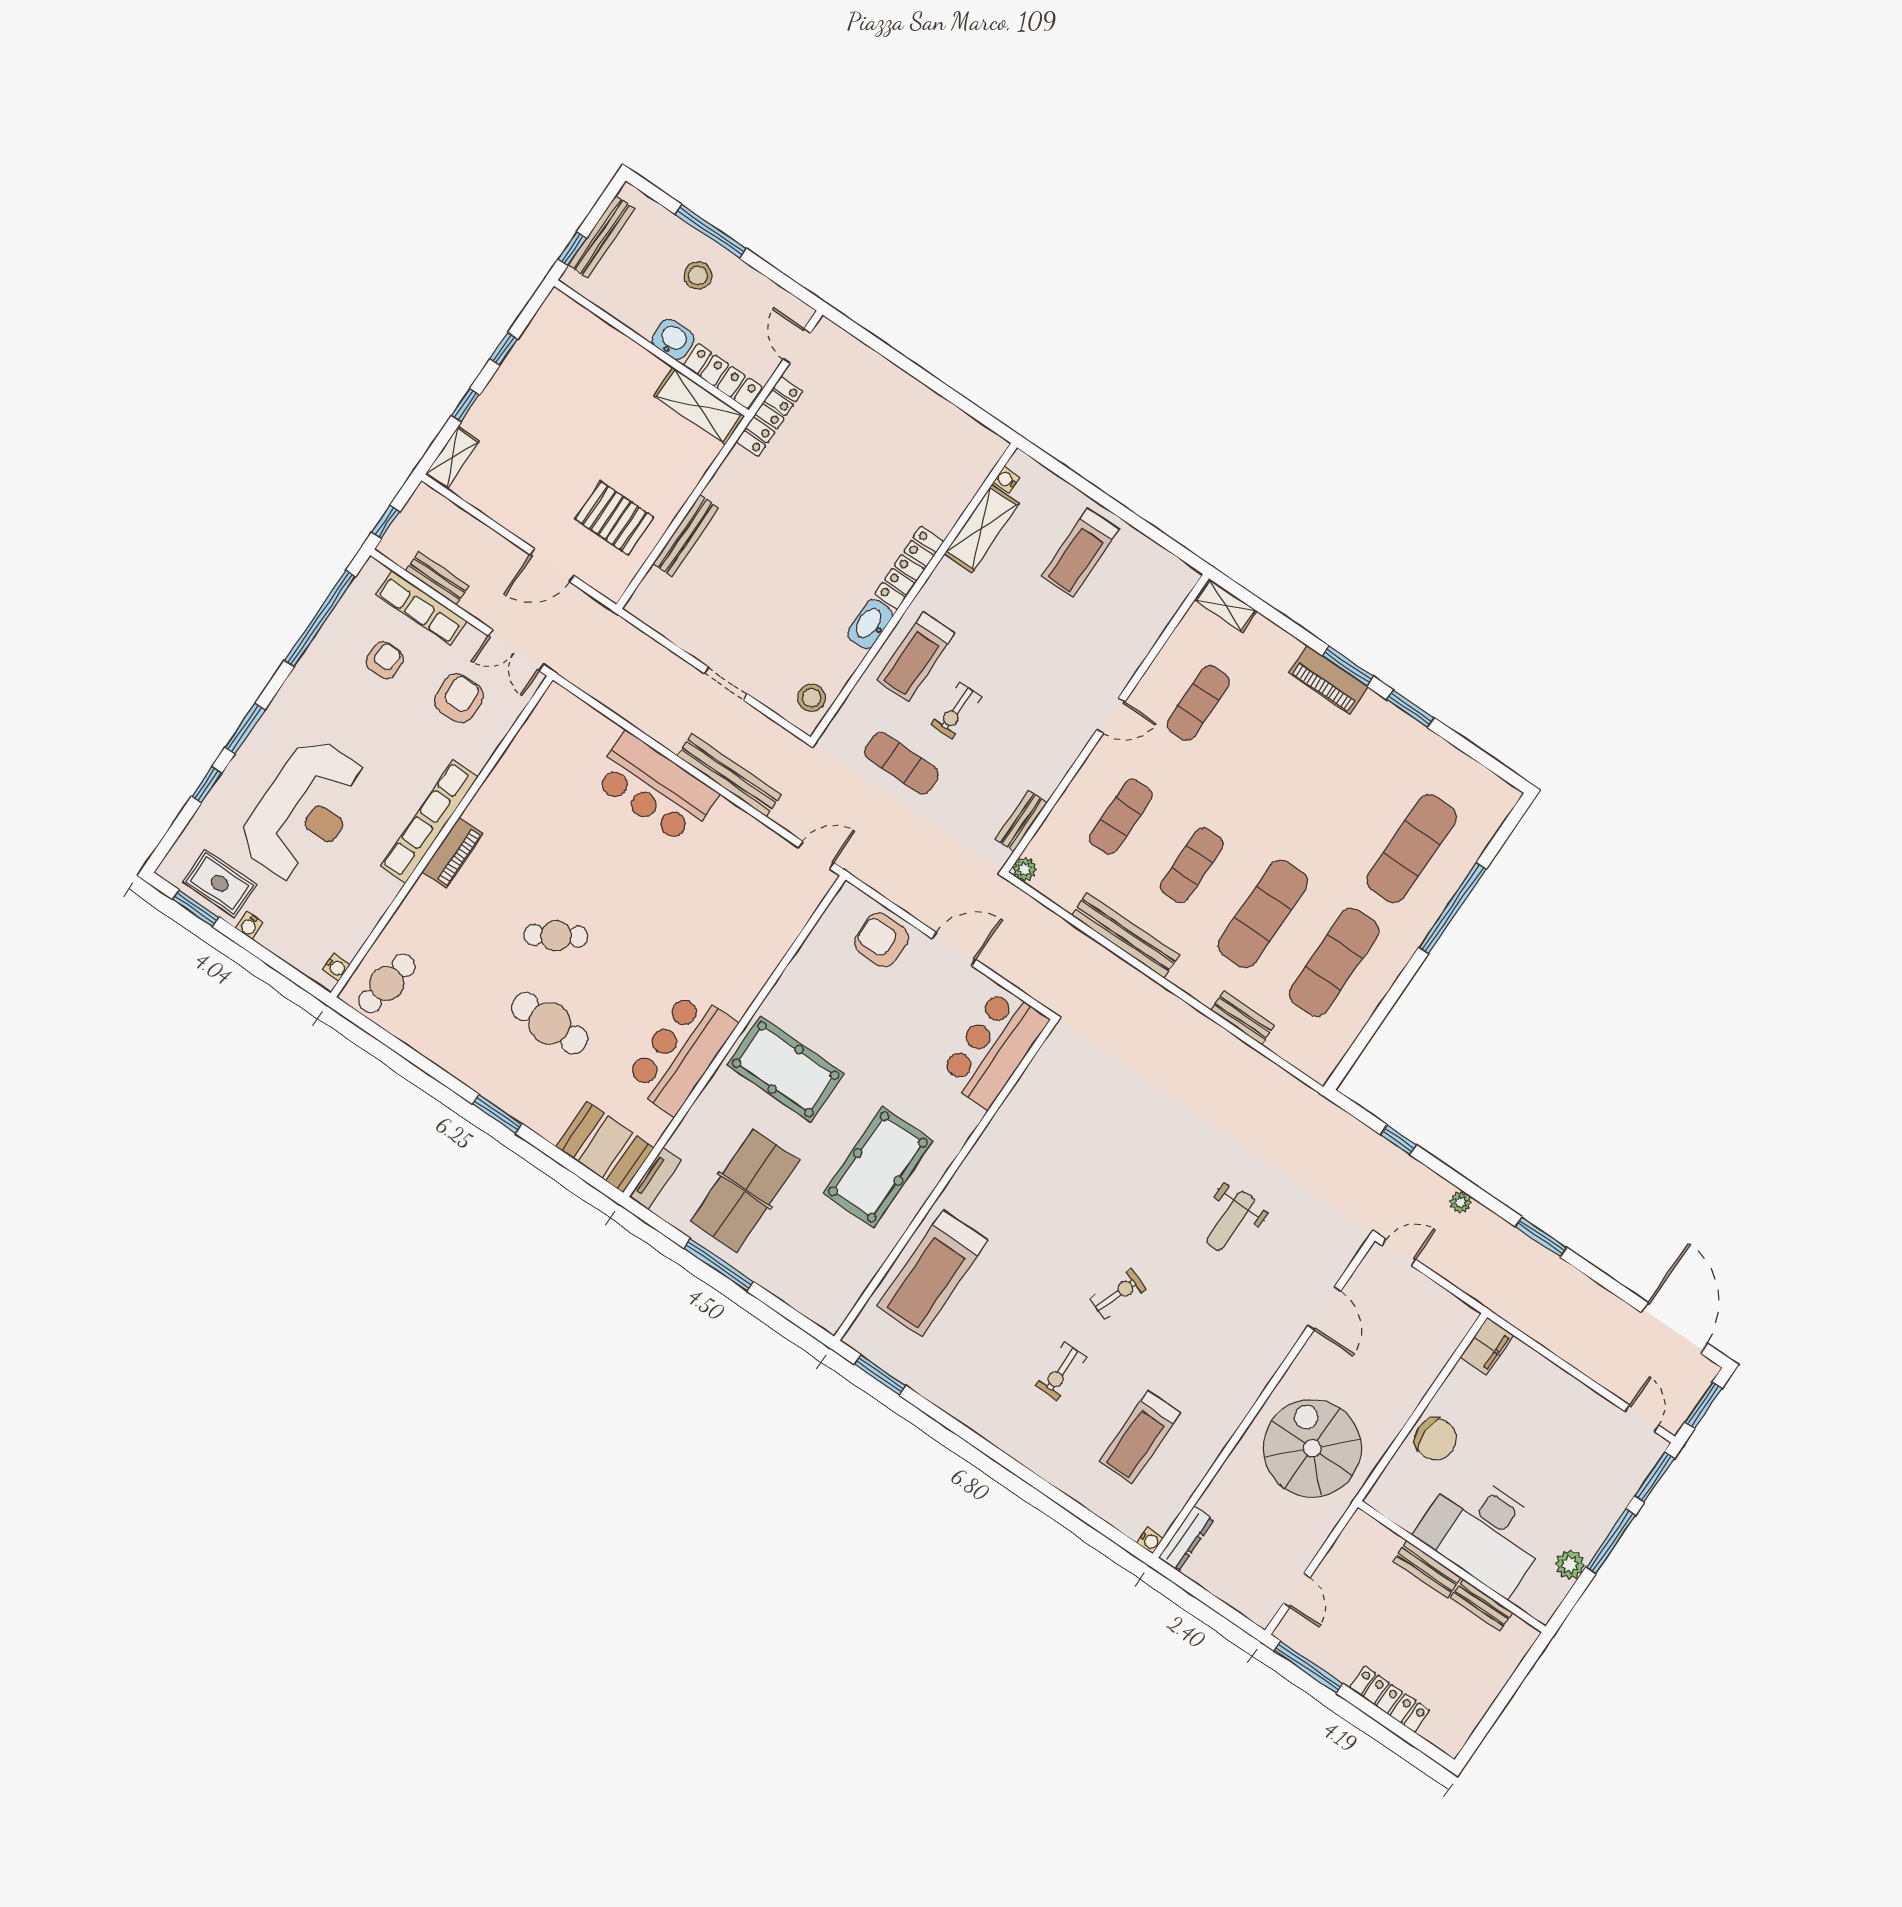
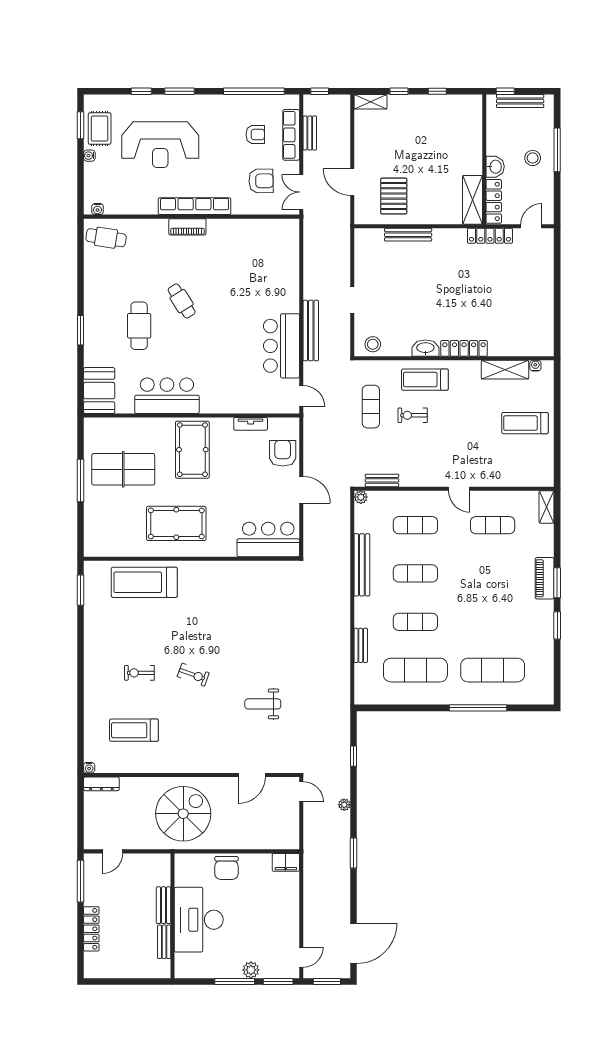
bar counter: (655, 788) -> (281, 346), moved
exercise mat: (1263, 914) -> (415, 622), width x0.73, depth x0.69
tv unit: (655, 1178) -> (251, 424), moved
plant: (1570, 1565) -> (251, 970), moved

